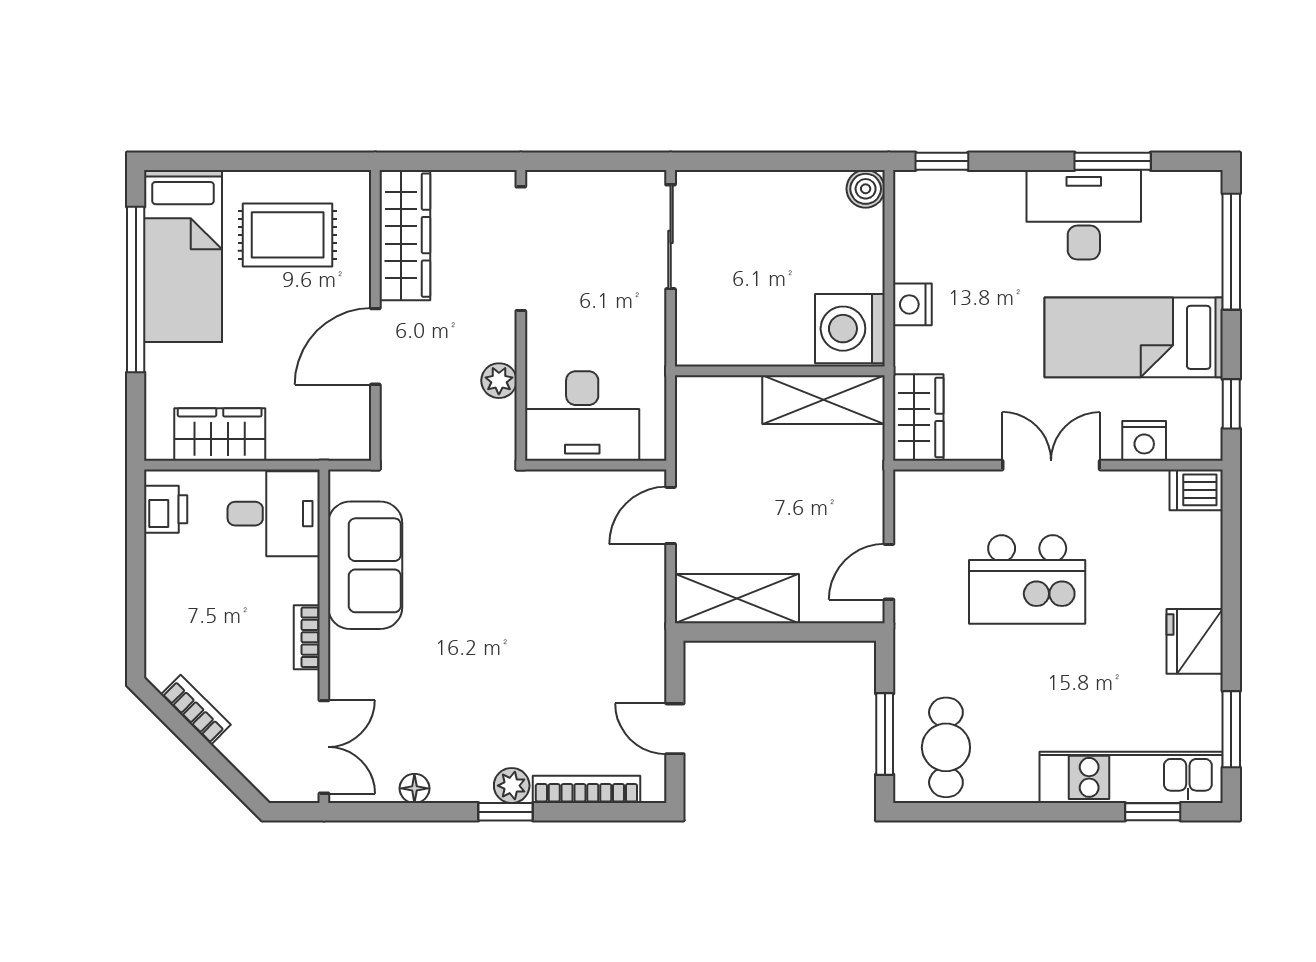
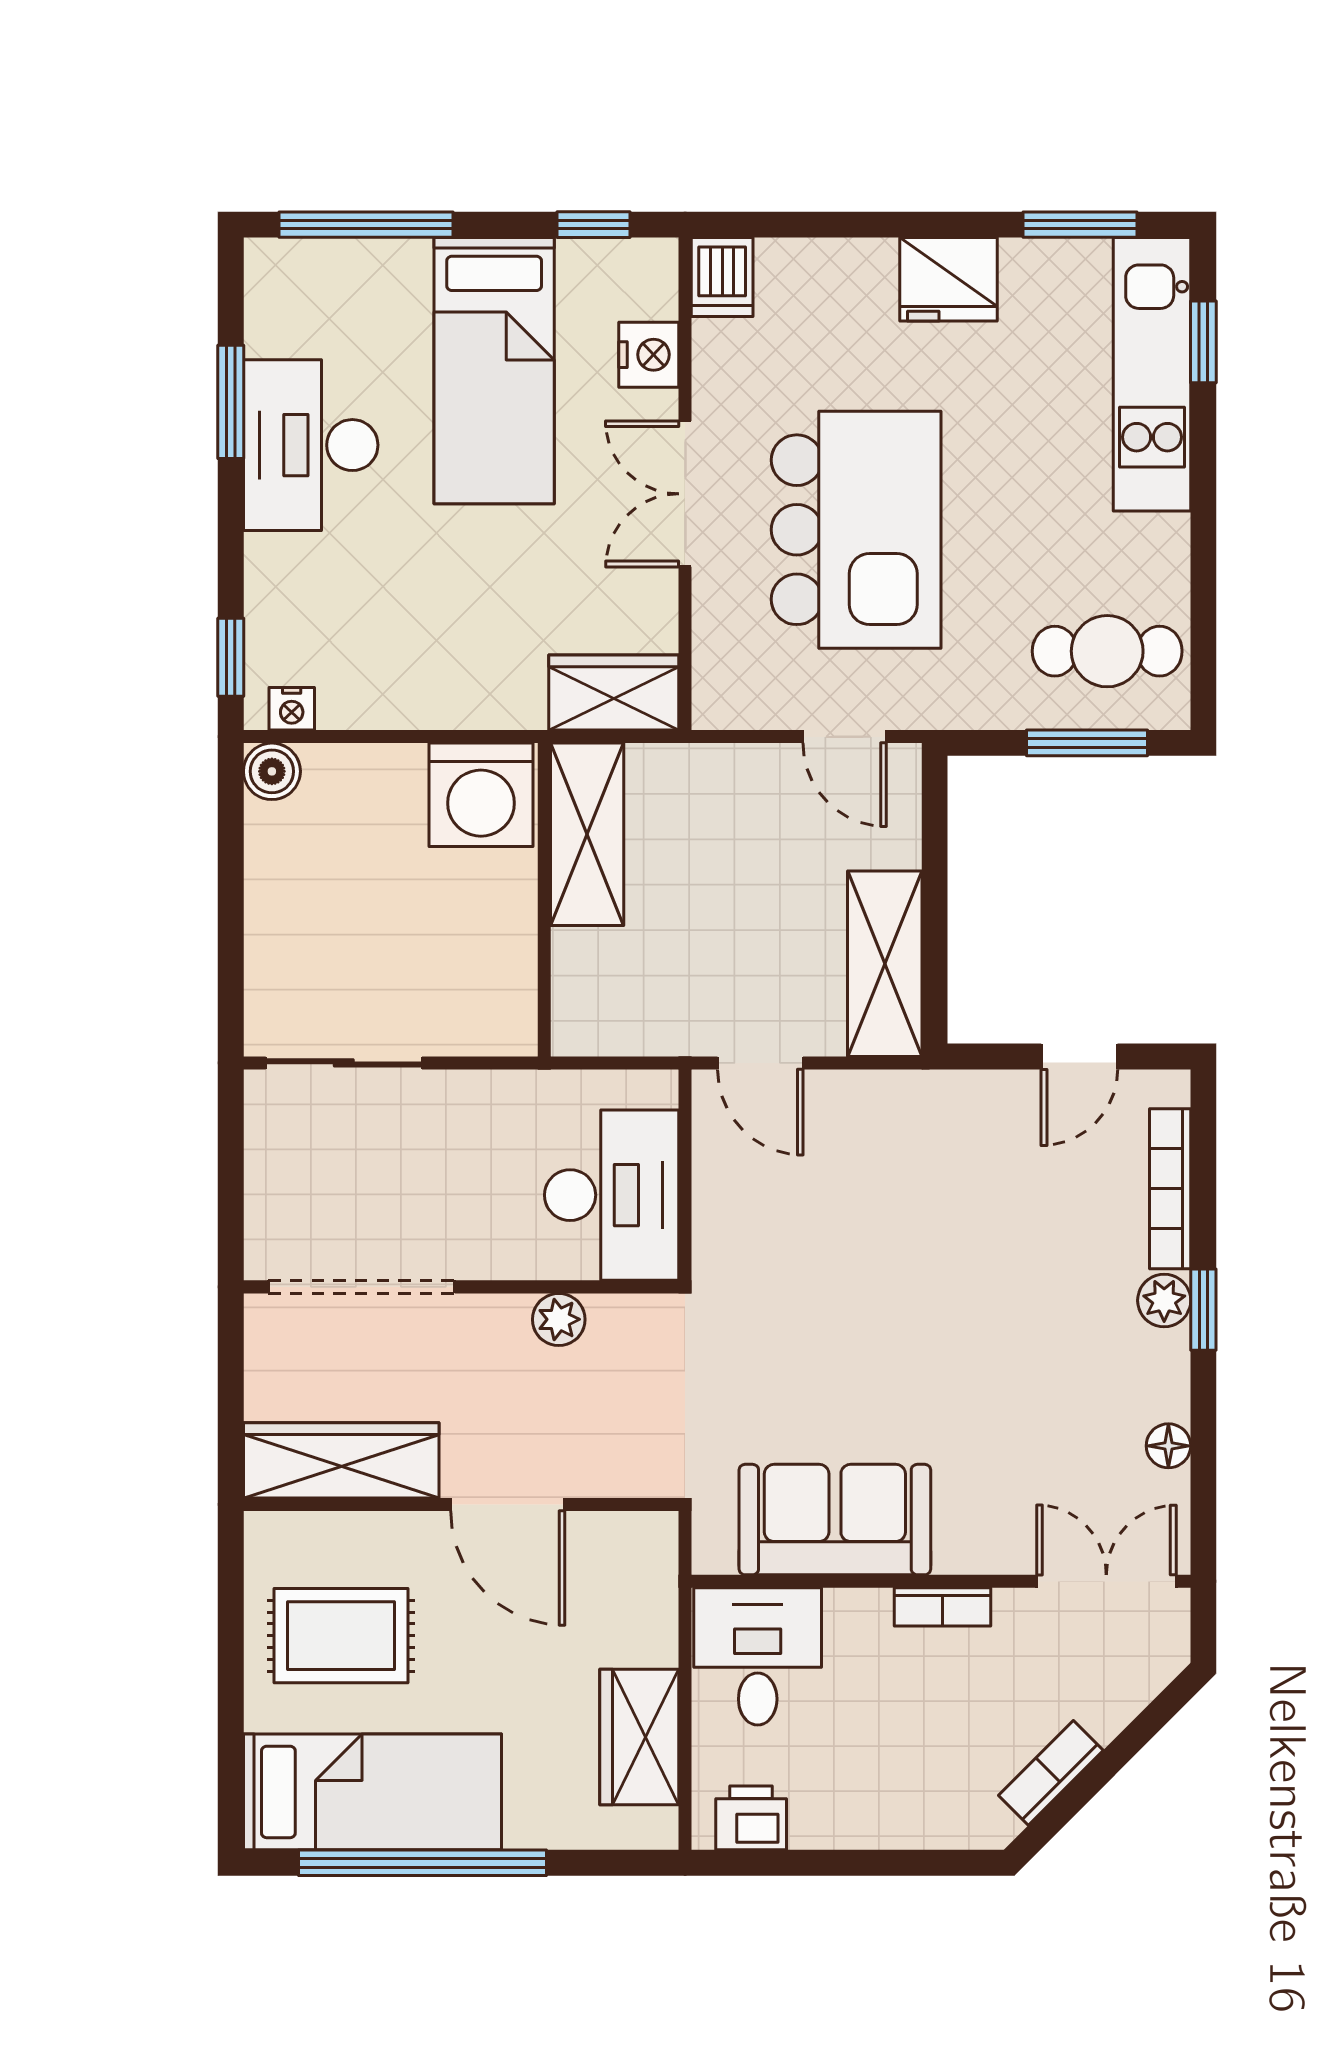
rug: (288, 235) -> (341, 1636), turned 90
nightstand: (912, 304) -> (292, 709), moved, width x0.72, depth x0.74
kitchen island: (1027, 579) -> (856, 530), width x1.37, depth x1.28

